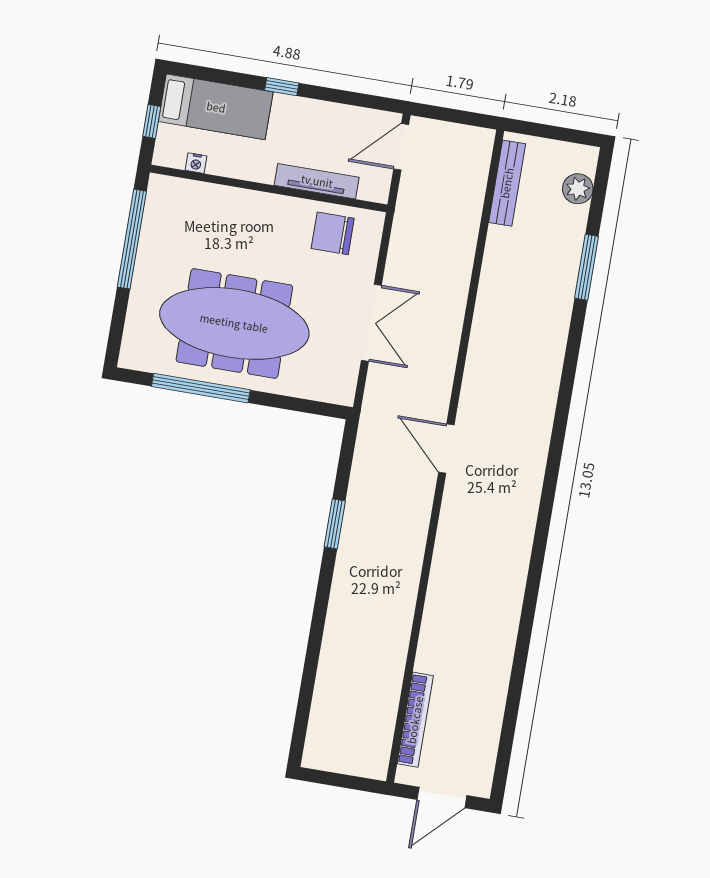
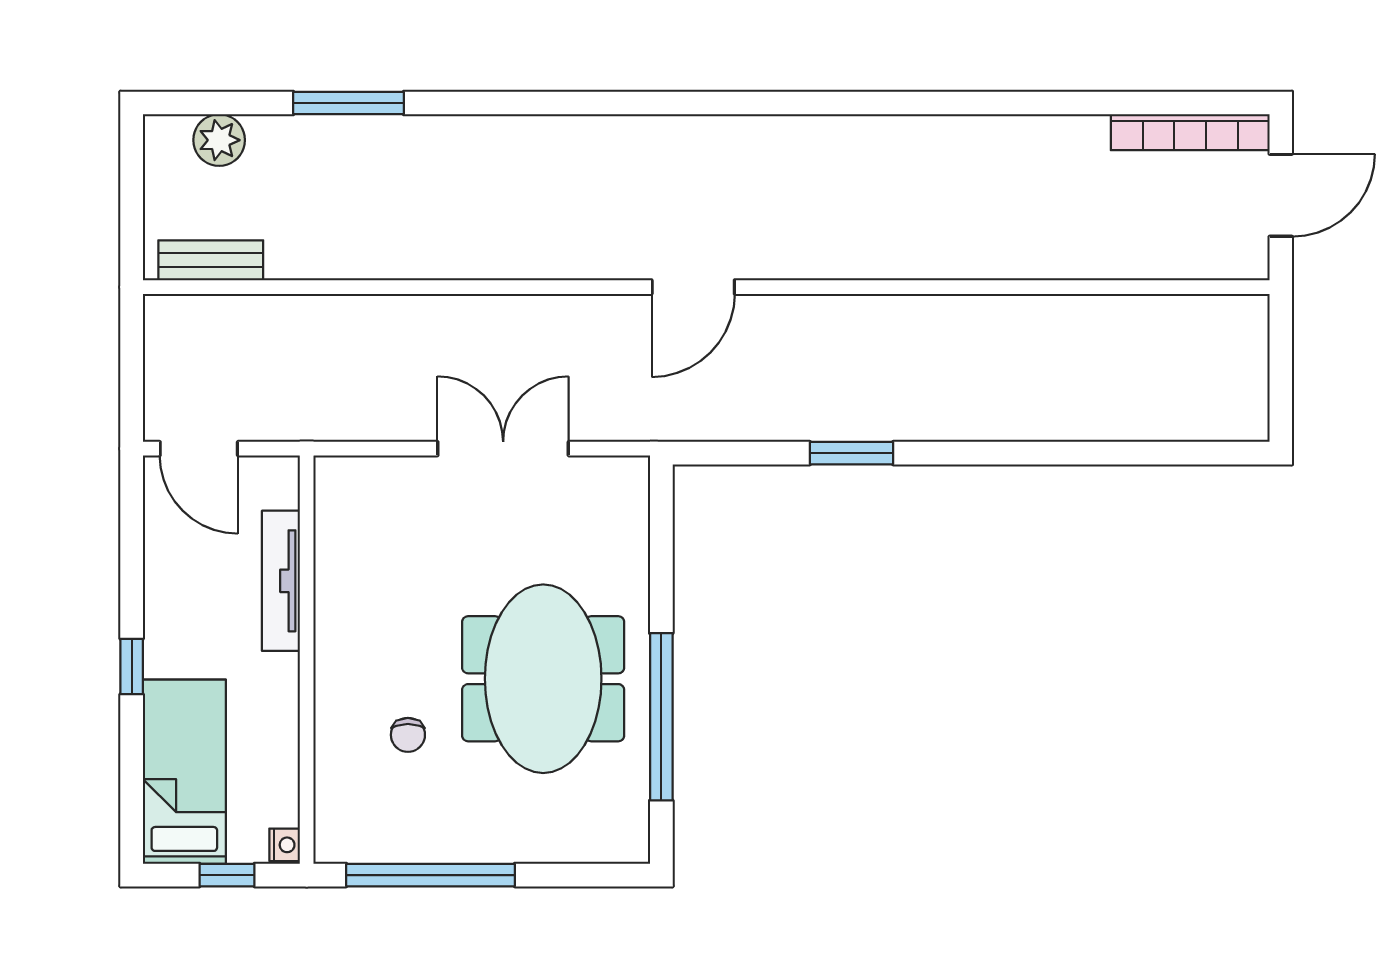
nightstand: (196, 163) -> (285, 845), moved
bench: (507, 183) -> (211, 260), width x0.73
chair: (333, 233) -> (408, 735), moved, width x0.54, depth x0.54
meeting table: (234, 323) -> (543, 679), width x0.73
bookcase: (415, 720) -> (1190, 132), moved, turned 180
door: (442, 798) -> (1281, 195), hinge flipped

